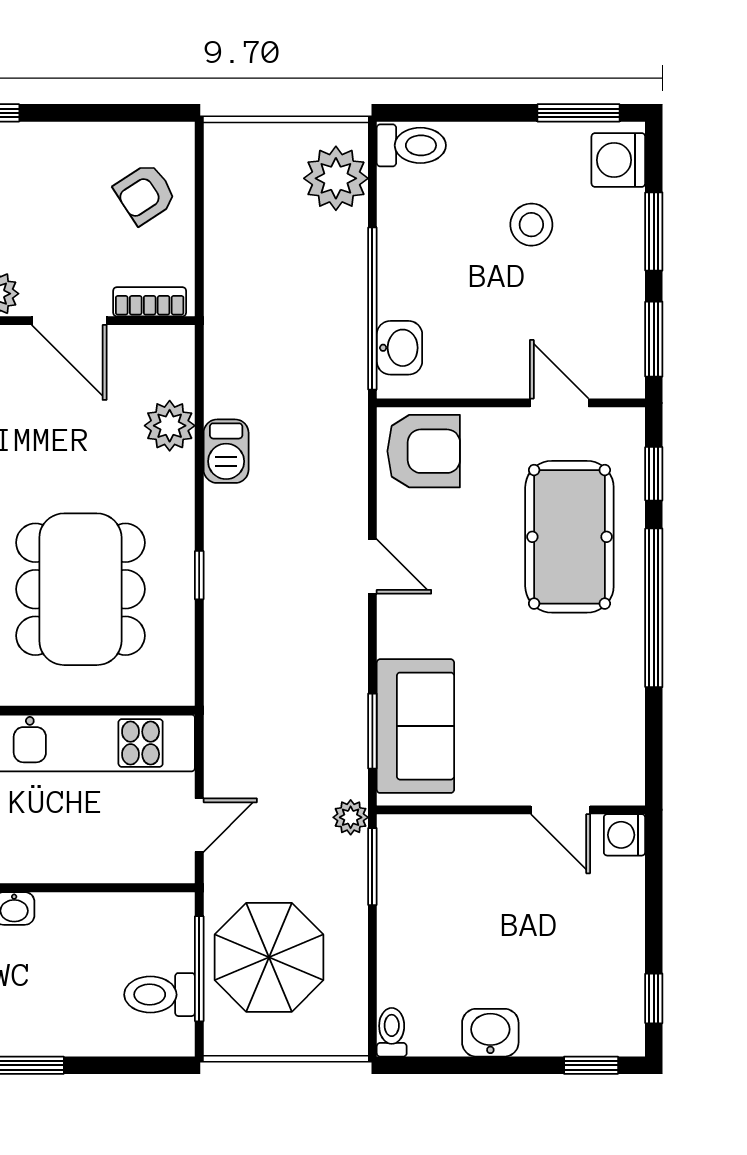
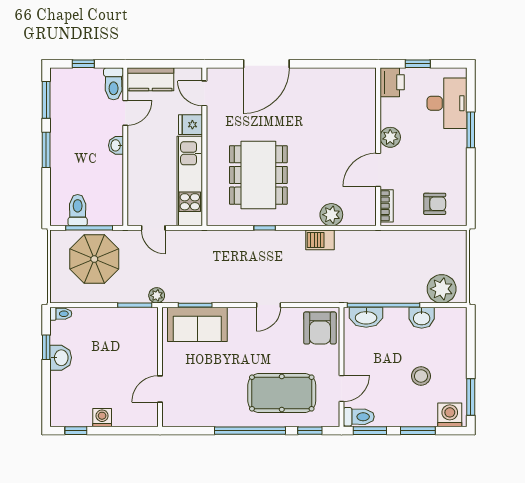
toilet: (411, 145) -> (359, 417), moved, turned -90
armchair: (145, 194) -> (435, 204), turned 123
washbasin: (401, 223) -> (422, 318), added
washbasin: (399, 348) -> (366, 317), width x1.38
dining table: (80, 589) -> (258, 175), turned 90
washing machine: (624, 835) -> (102, 418), moved
window: (591, 1065) -> (46, 347), moved

